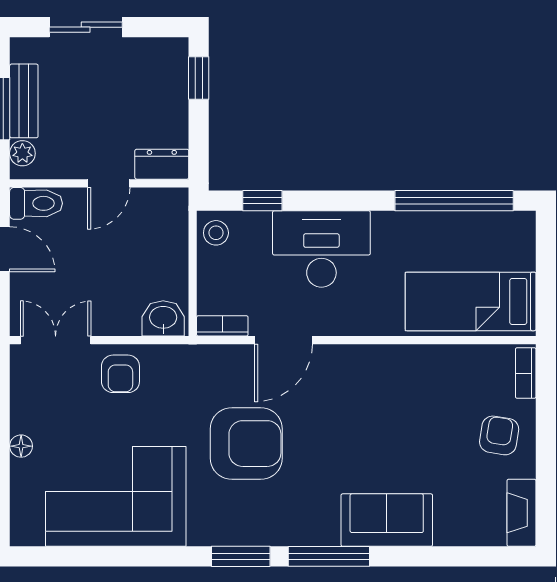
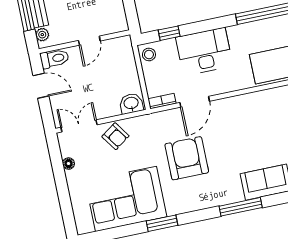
dresser: (162, 164) -> (114, 25), removed
armchair: (120, 374) -> (115, 136), turned -35
armchair: (246, 444) -> (187, 158), turned -90
floor lamp: (21, 446) -> (68, 164), moved
window: (241, 556) -> (162, 223), moved

